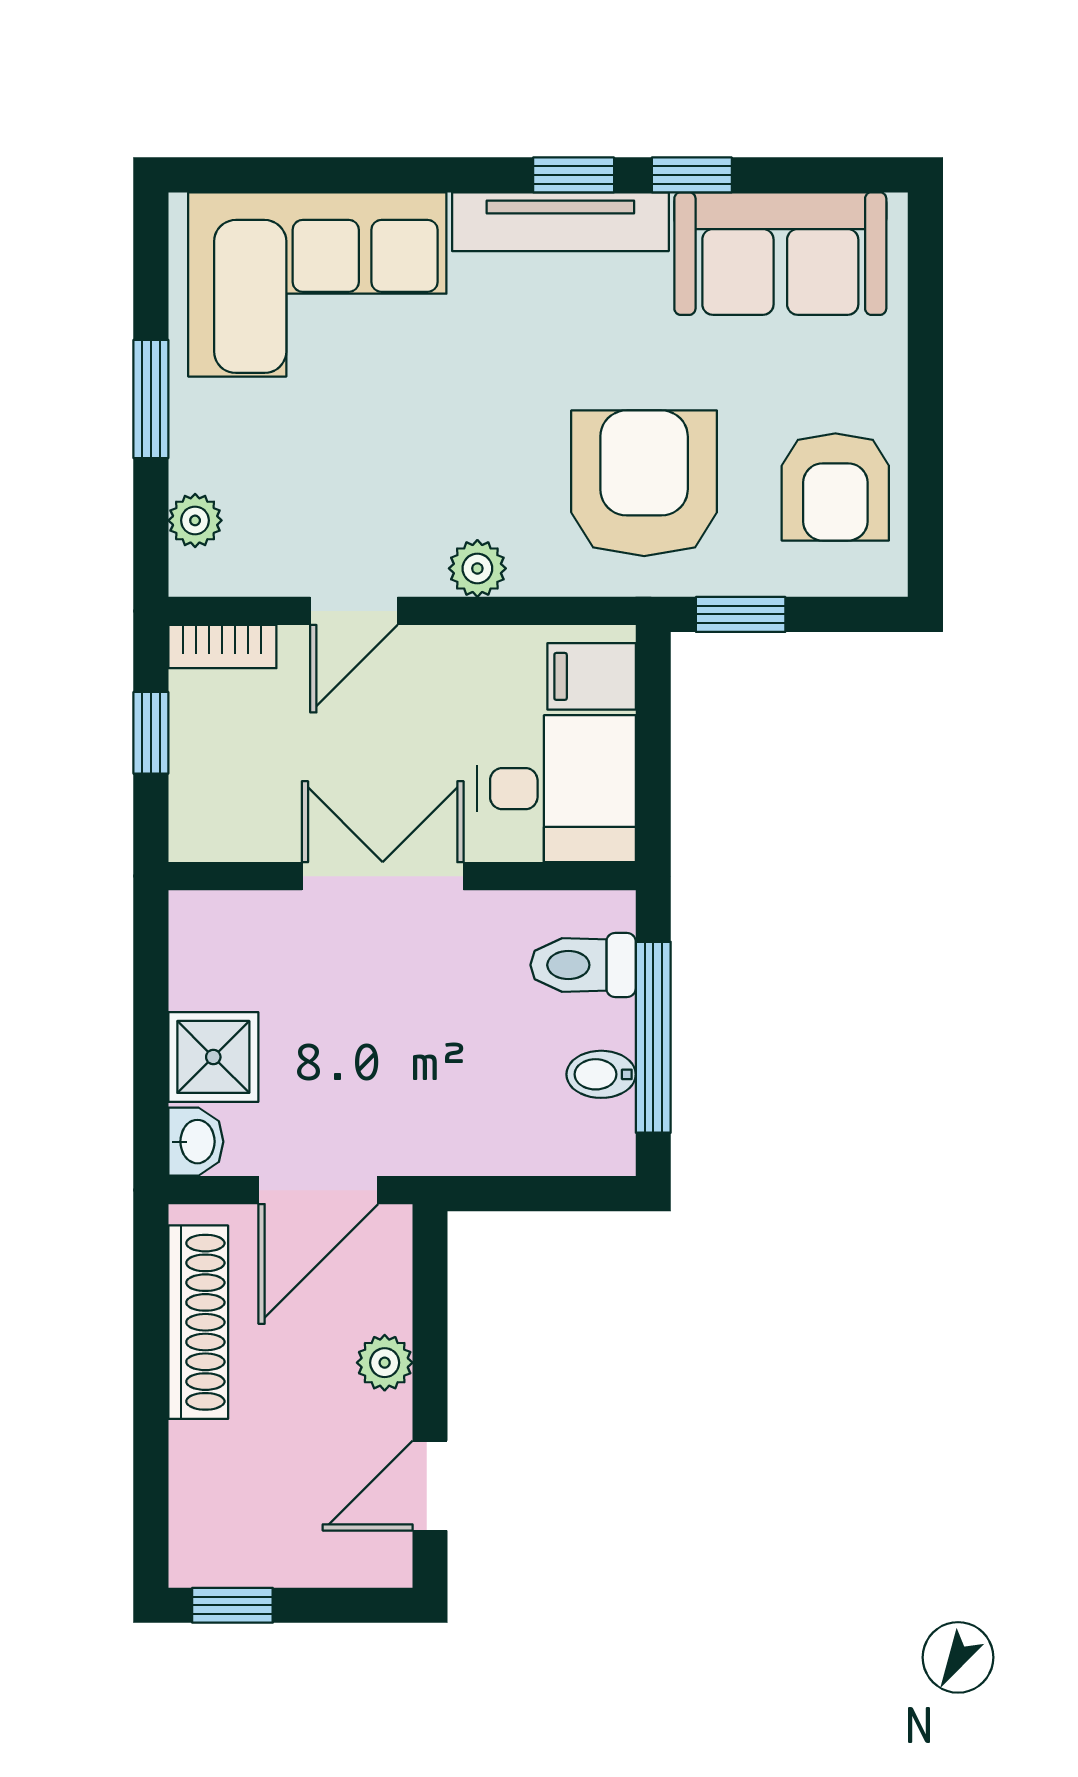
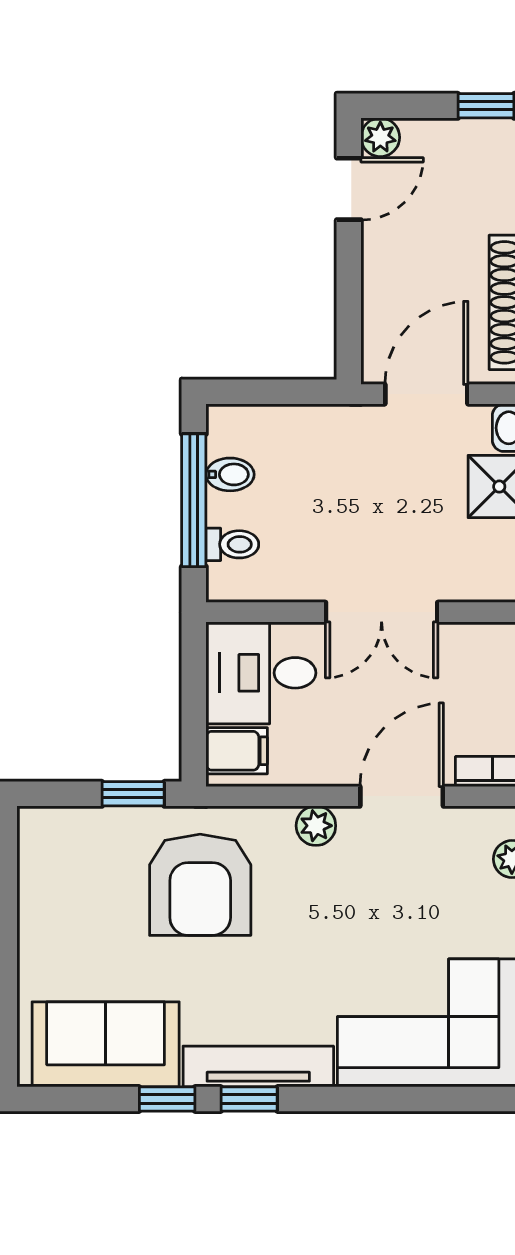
armchair: (835, 487) -> (67, 882), removed
door: (354, 611) -> (402, 796), width x1.37
toilet: (583, 965) -> (232, 544), width x0.73, depth x0.72
plant: (385, 1363) -> (380, 137), moved

